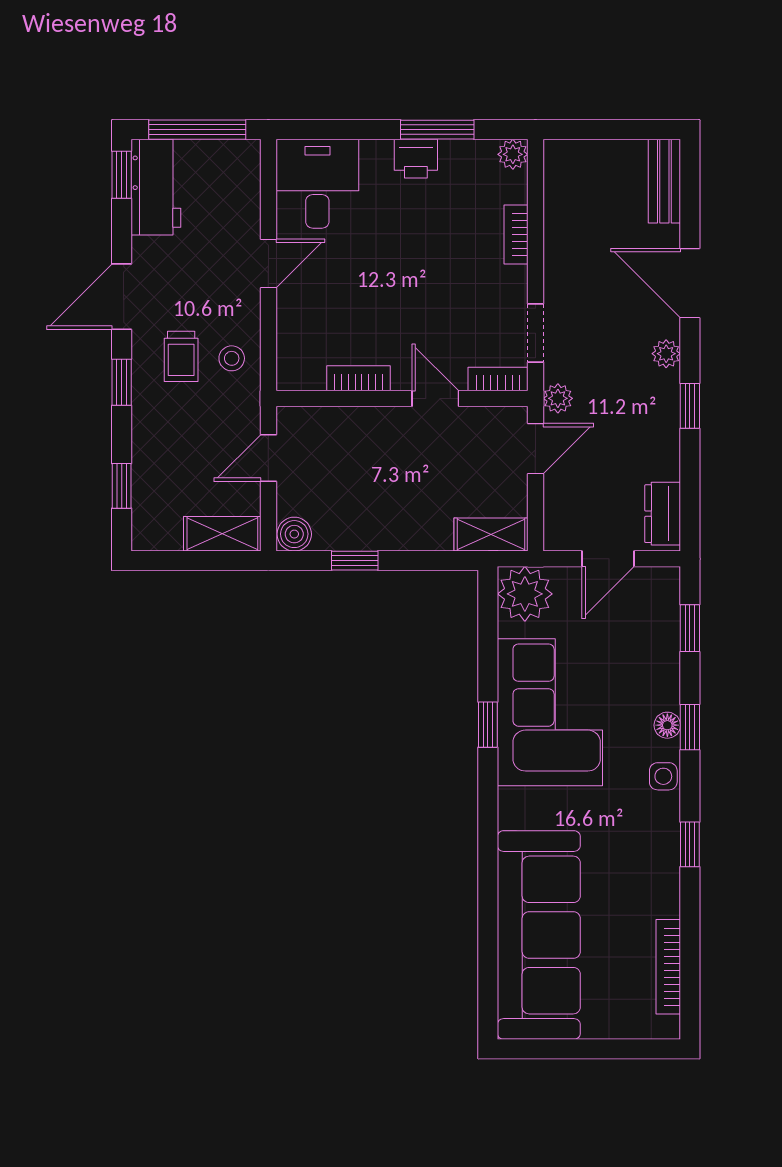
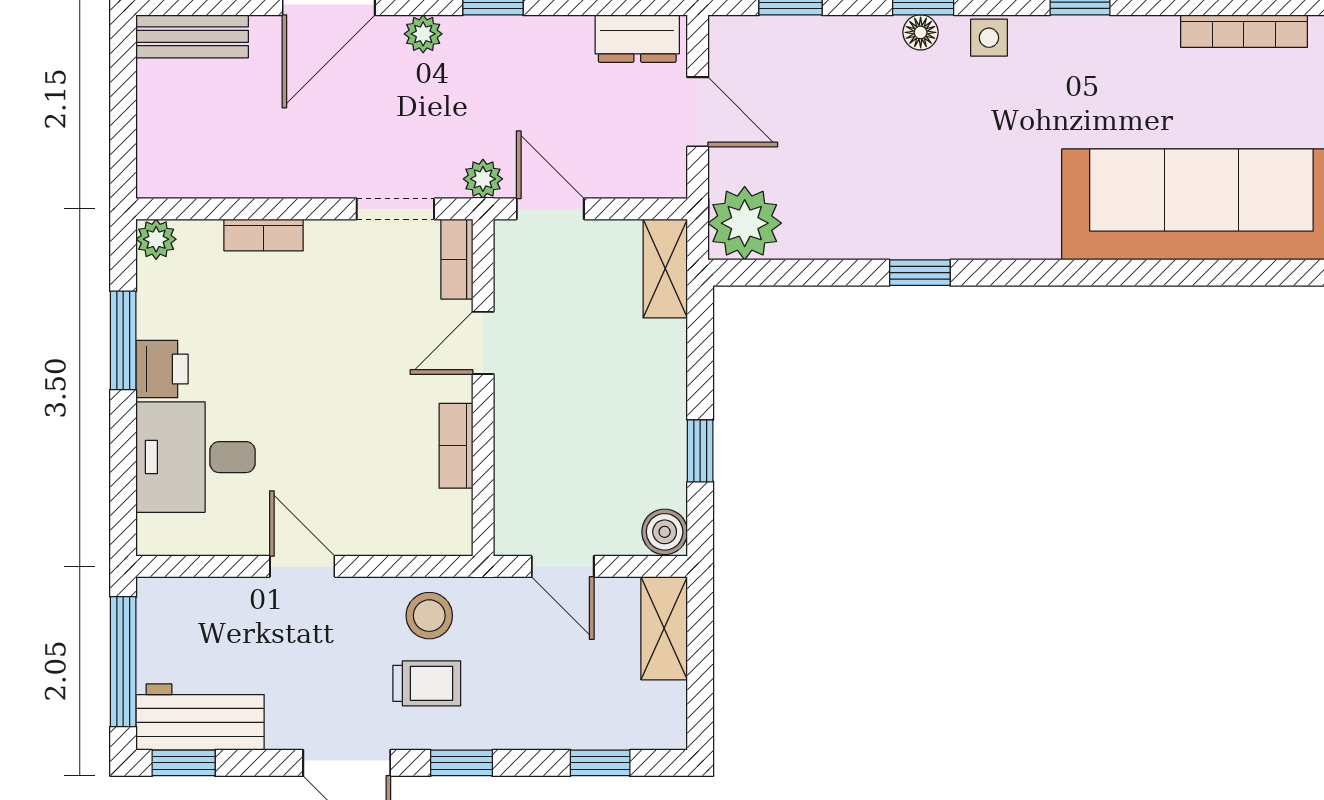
desk: (317, 184) -> (196, 457), moved
stool: (232, 358) -> (429, 616), width x1.37, depth x1.37
corner sofa: (550, 712) -> (903, 190), removed

